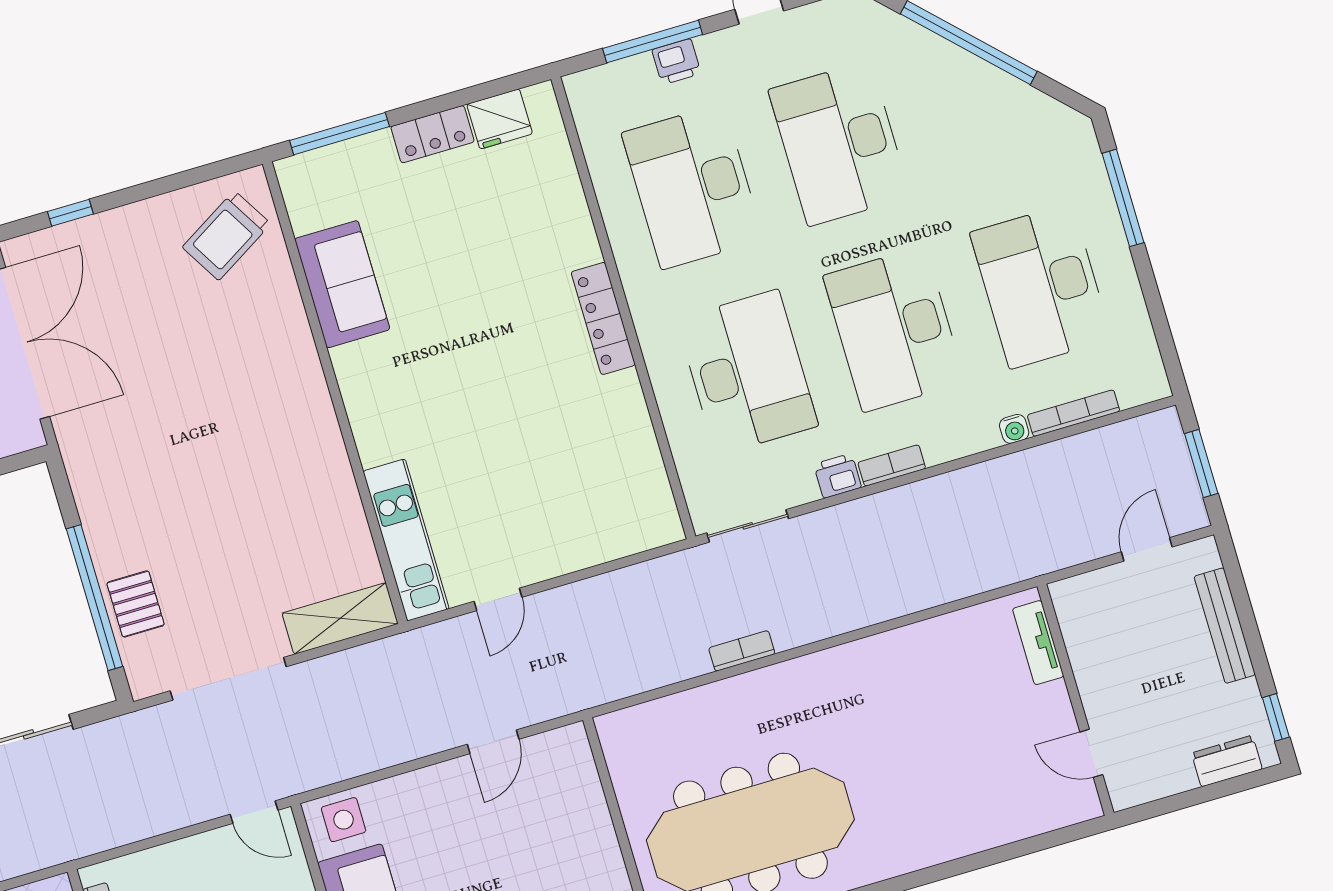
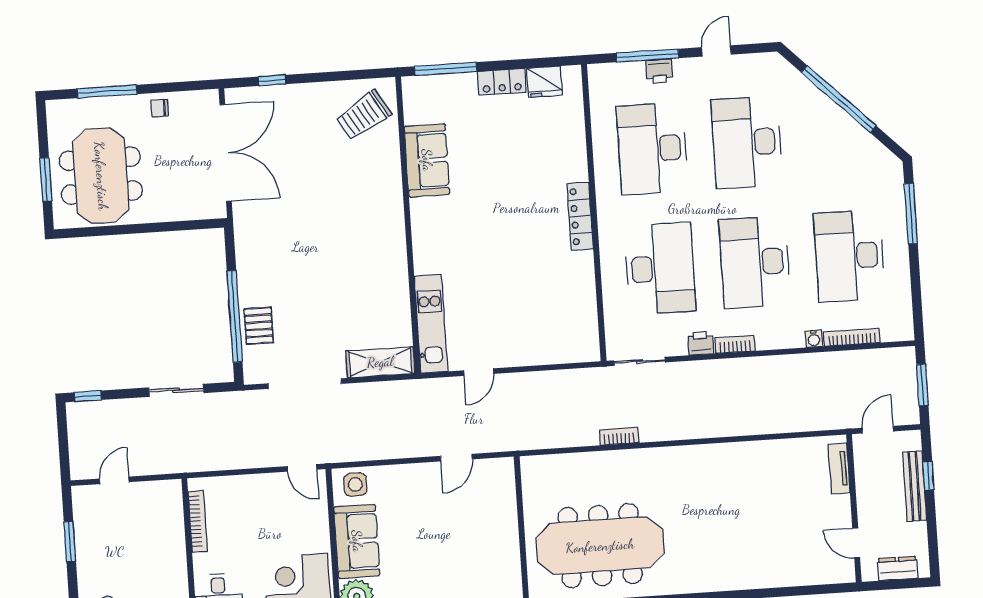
tv unit: (1038, 643) -> (839, 469), moved
wall: (1076, 700) -> (854, 508), moved
window: (1276, 717) -> (928, 476), moved
door: (1091, 753) -> (856, 543), moved

